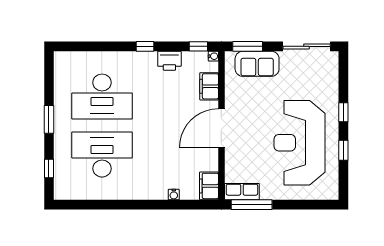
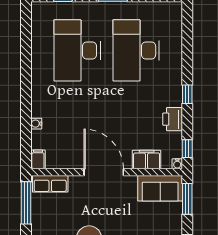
sofa: (257, 64) -> (160, 188), moved, turned -90
desk: (102, 154) -> (77, 50), turned 180
filing cabinet: (209, 186) -> (38, 159), width x0.50
row of seats: (242, 192) -> (50, 184), moved, turned 90

